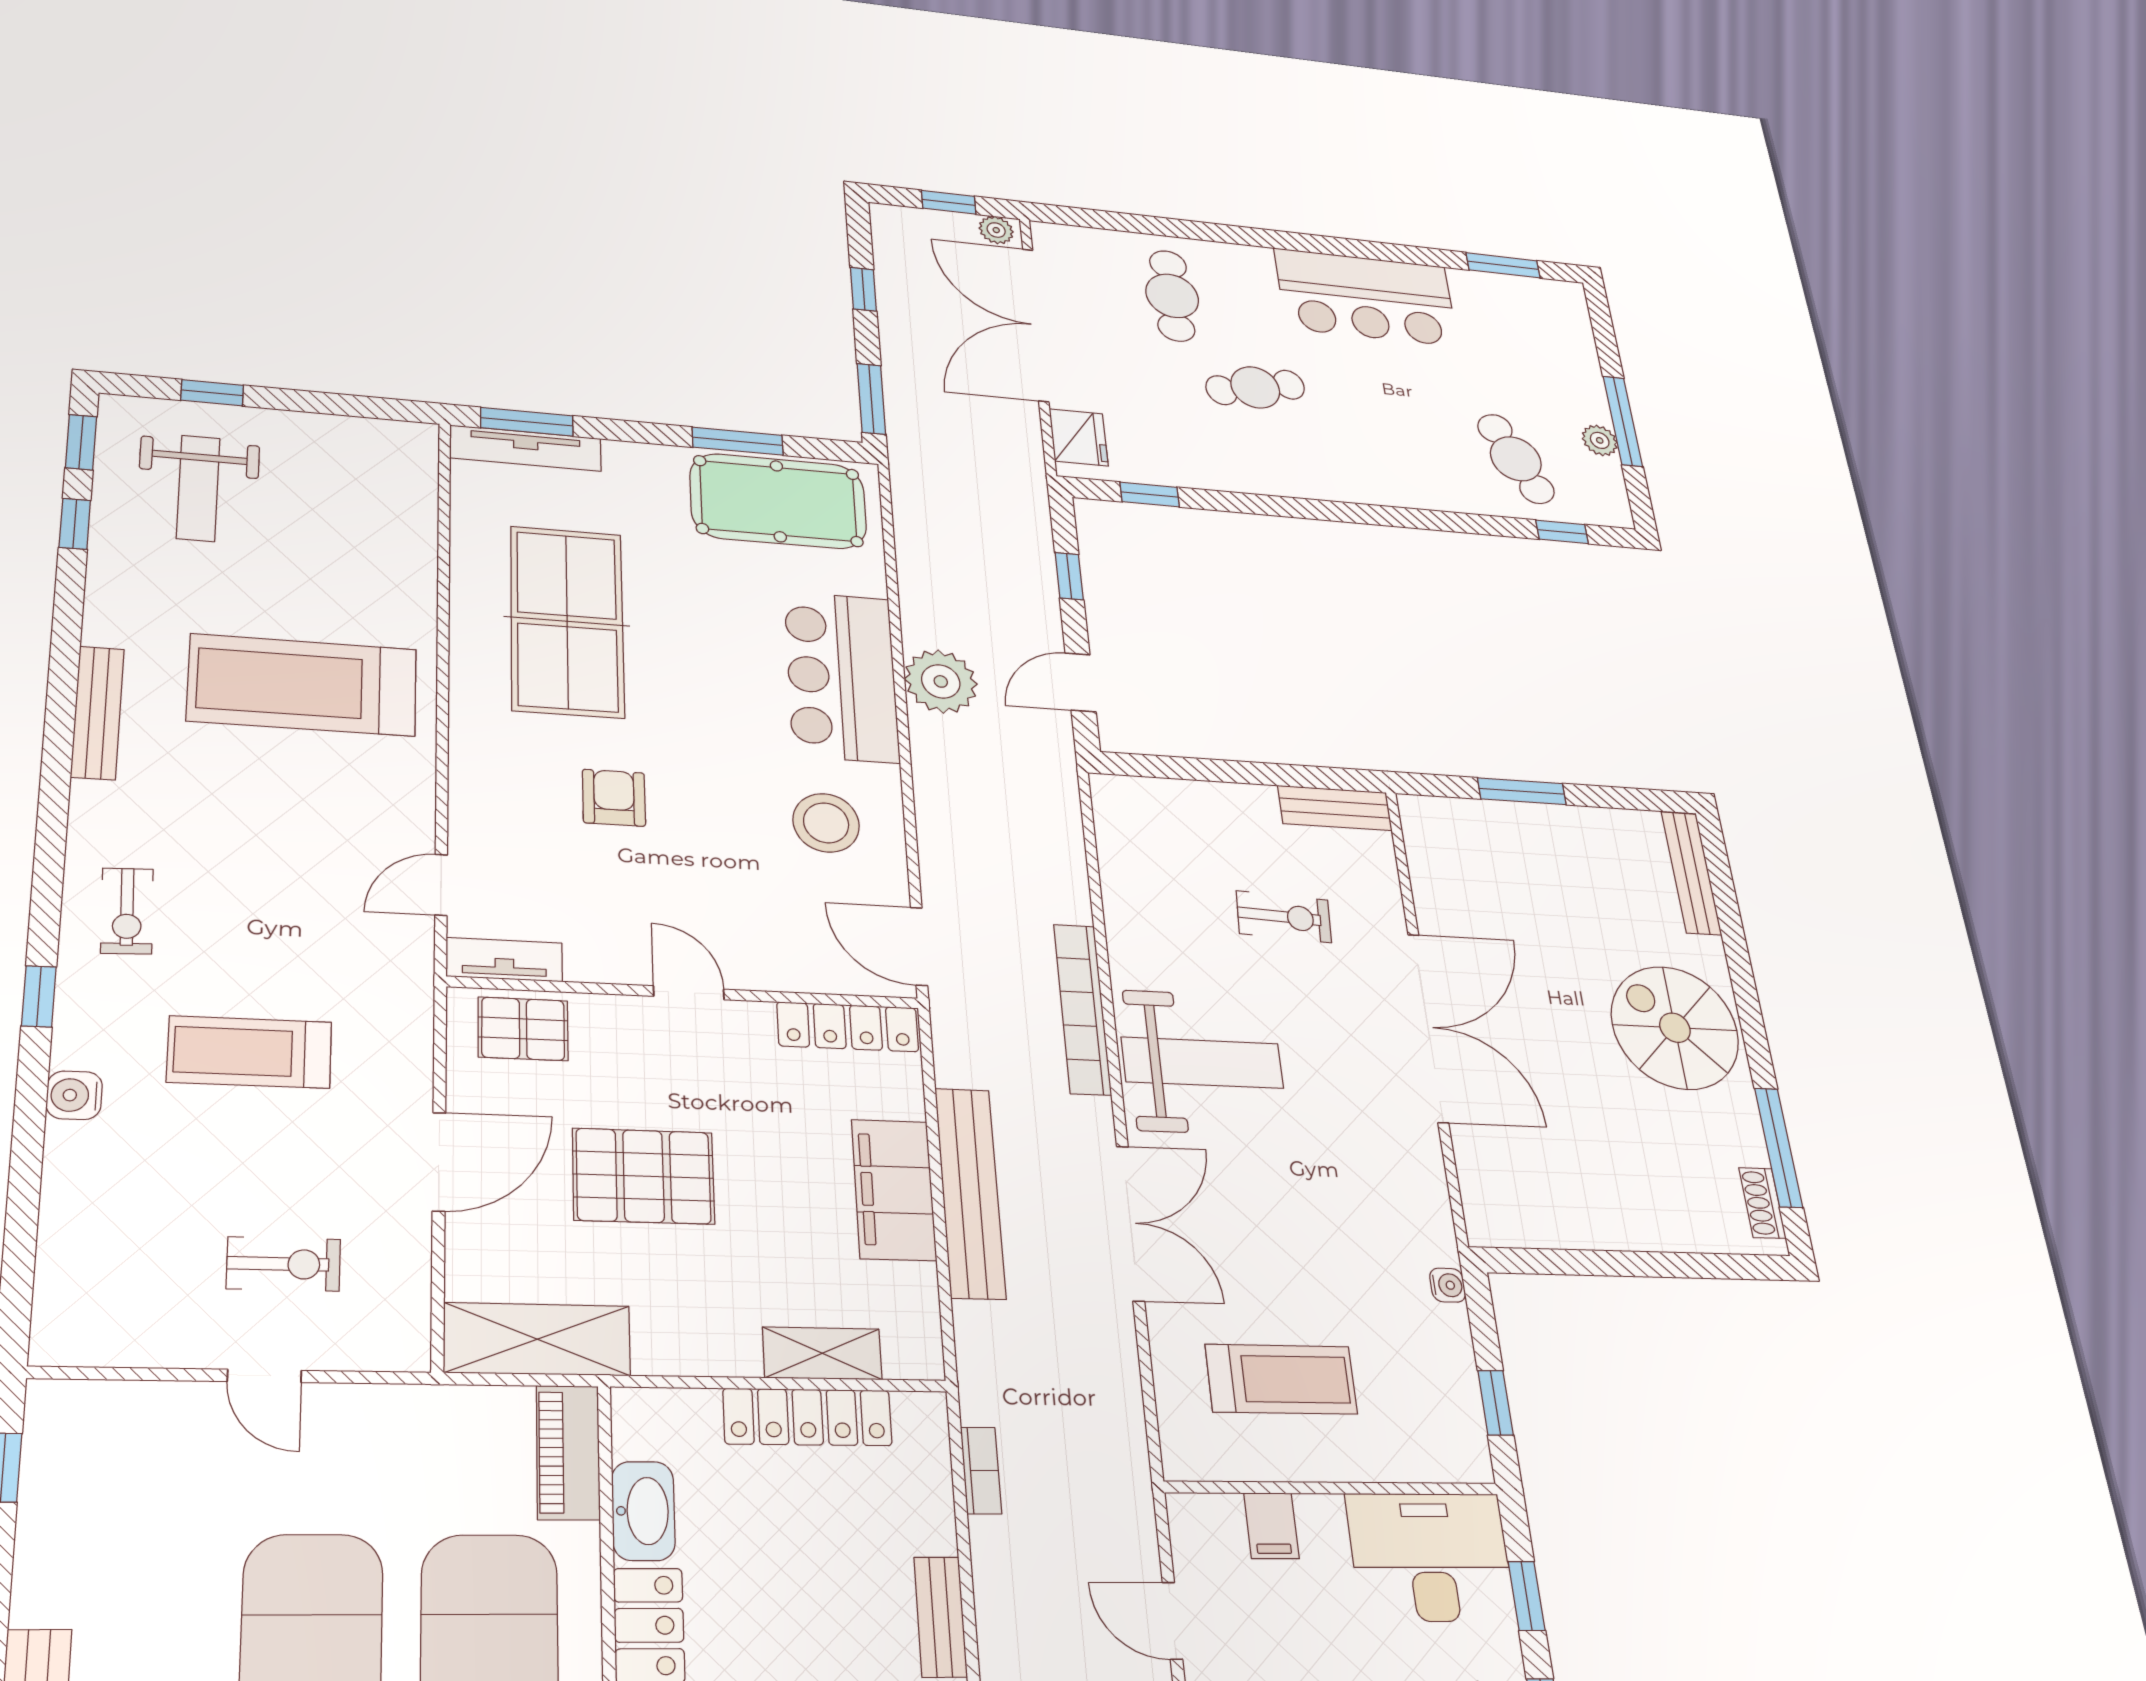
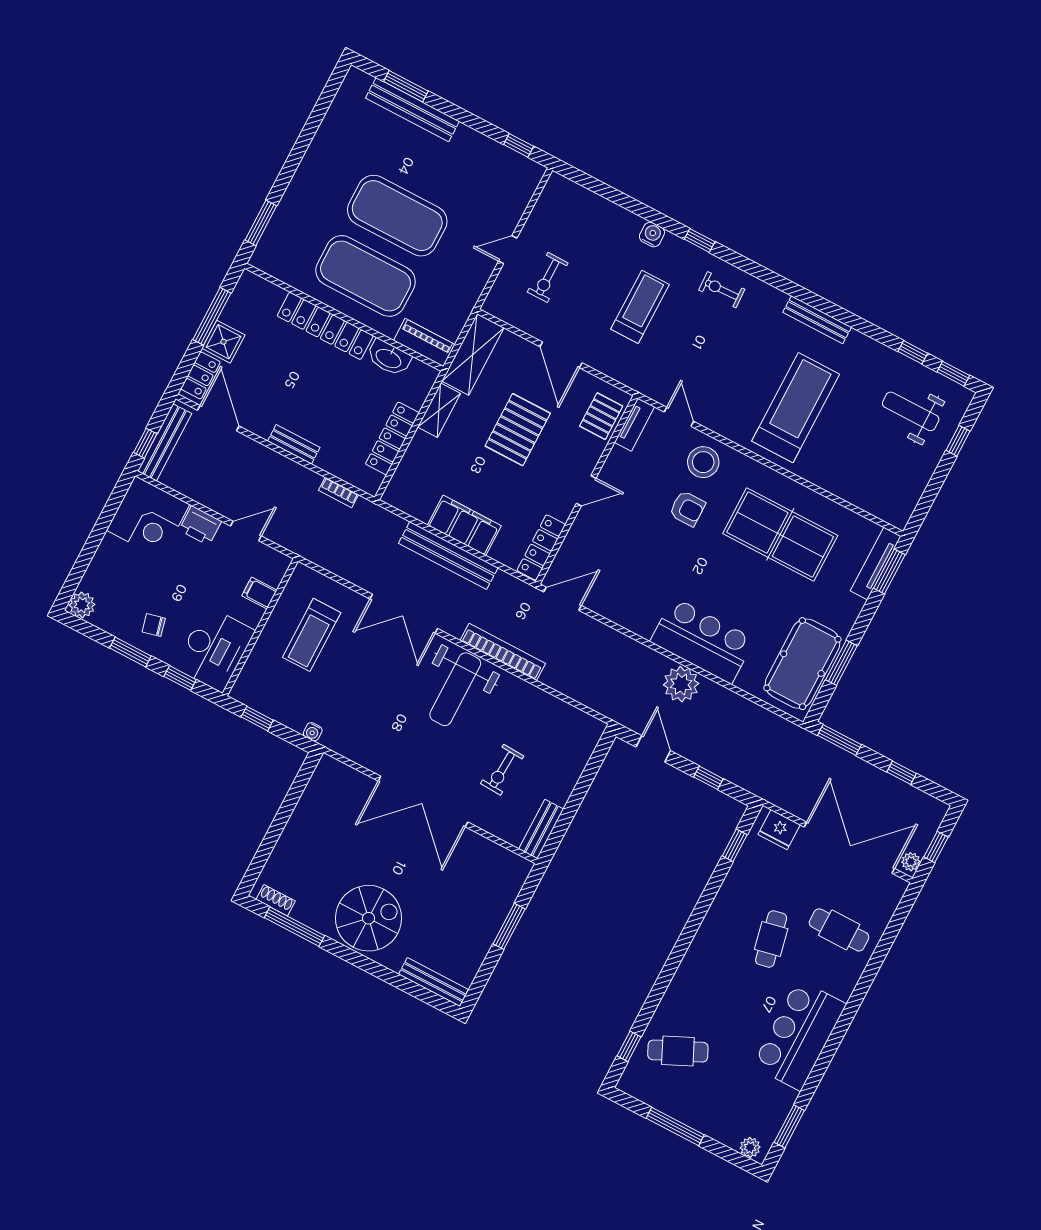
plant: (1600, 440) -> (750, 1147), moved
stool: (826, 823) -> (703, 462), moved
shelving: (822, 1353) -> (439, 410), moved

